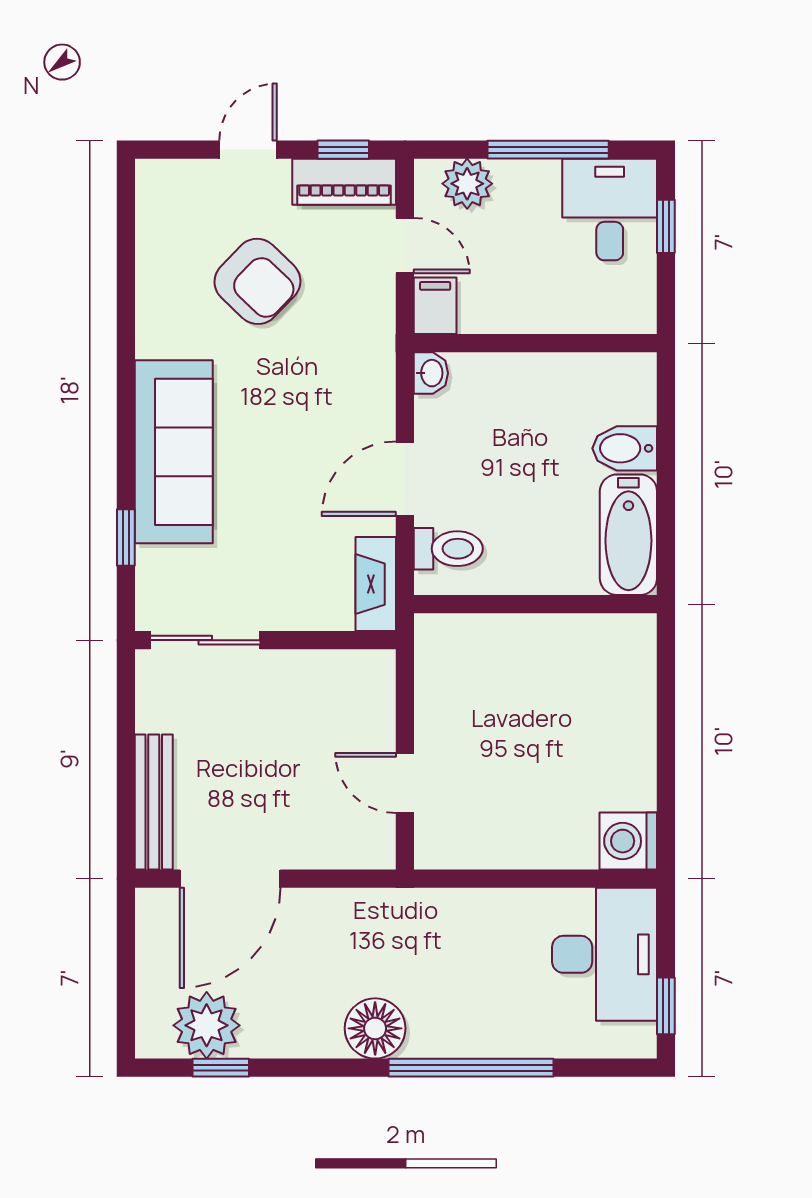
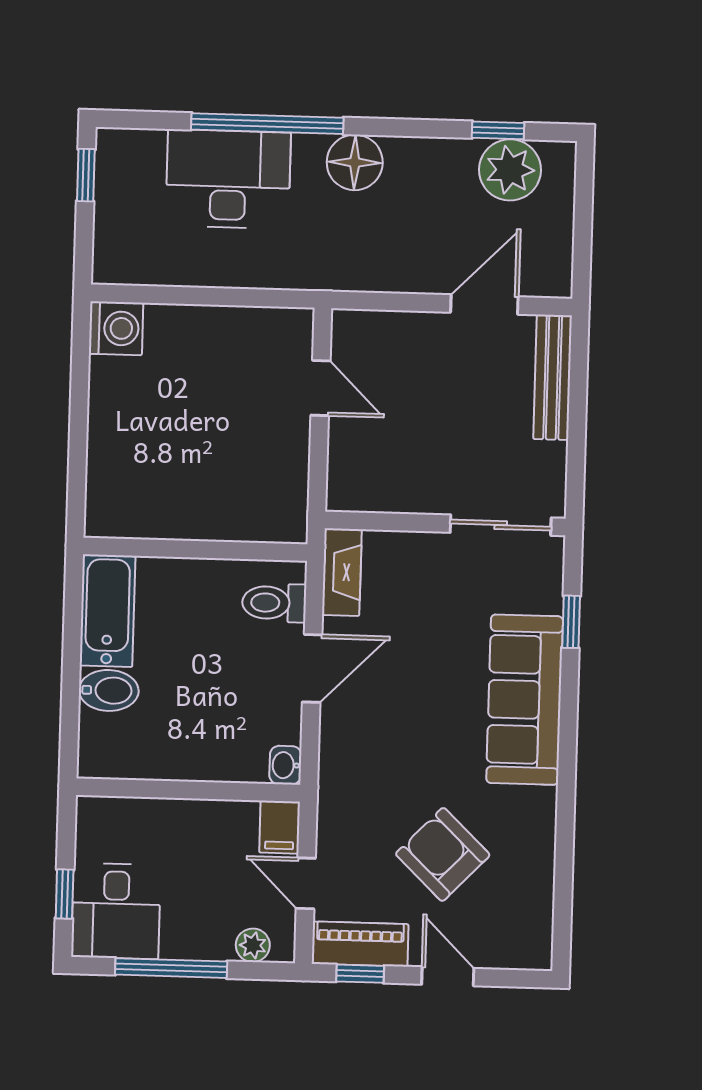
door: (248, 150) -> (448, 976), swing flipped
plant: (467, 184) -> (253, 945), width x0.73, depth x0.73
door: (230, 879) -> (484, 304), width x0.73
desk: (605, 954) -> (228, 179), moved, turned 90

